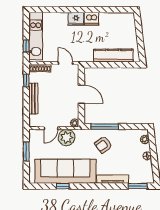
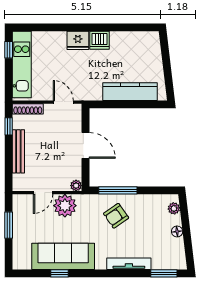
window: (26, 46) -> (9, 50), moved
sofa: (65, 171) -> (63, 256), width x0.74, depth x0.79

